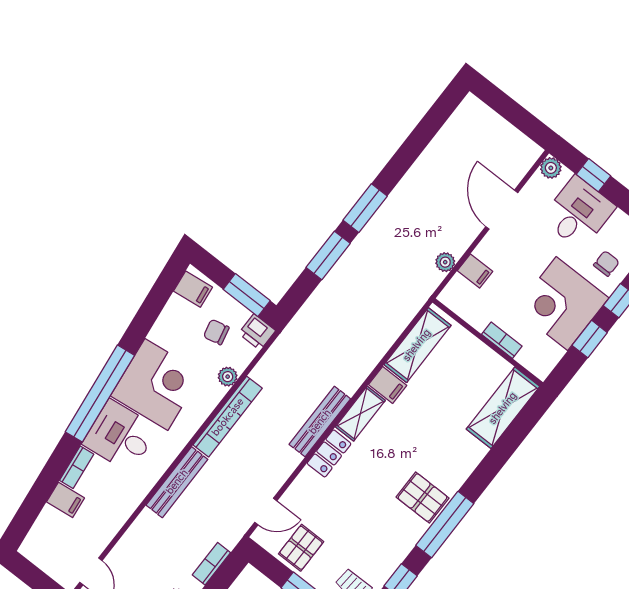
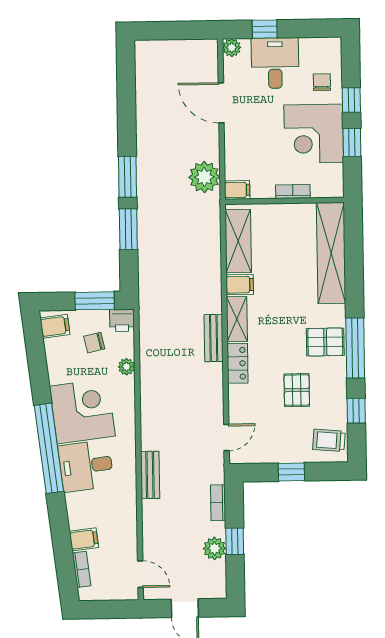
plant: (445, 262) -> (204, 177), width x1.88, depth x1.88
filing cabinet: (475, 271) -> (237, 190), moved
shelving: (503, 408) -> (331, 253), width x1.47
bookcase: (228, 417) -> (148, 394), removed
bench: (320, 422) -> (214, 338), width x0.73
bookcase: (77, 467) -> (82, 569), moved
bench: (177, 482) -> (150, 475), width x0.73
pallet: (301, 548) -> (297, 390), moved

